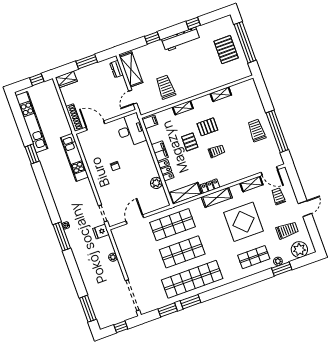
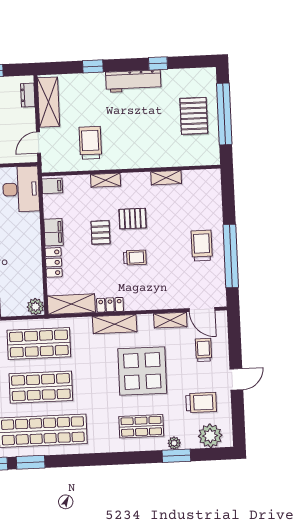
plant: (156, 183) -> (35, 307), moved

